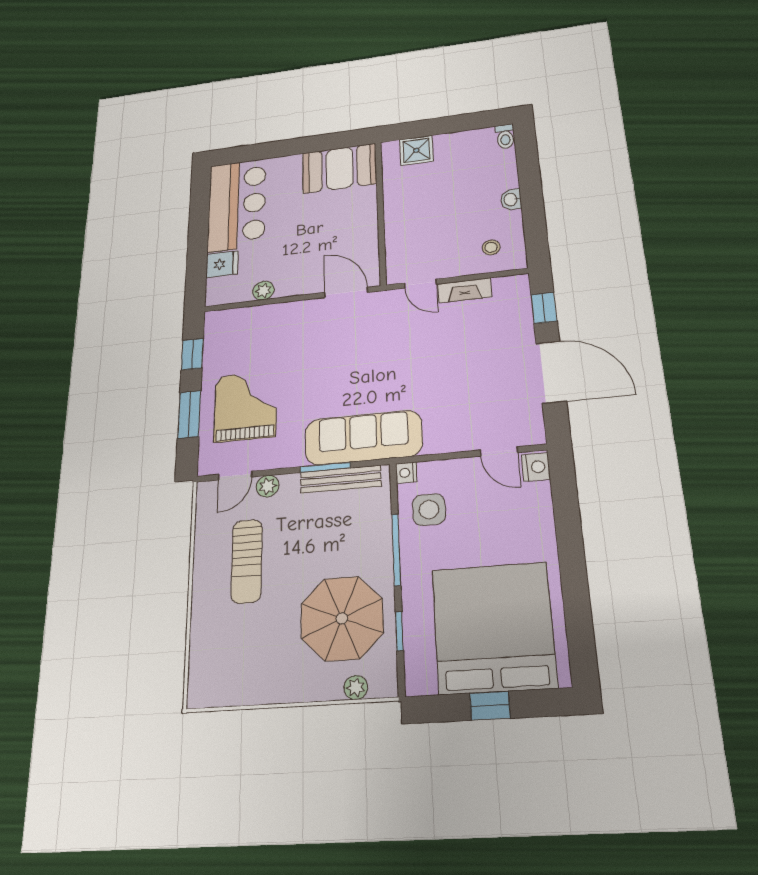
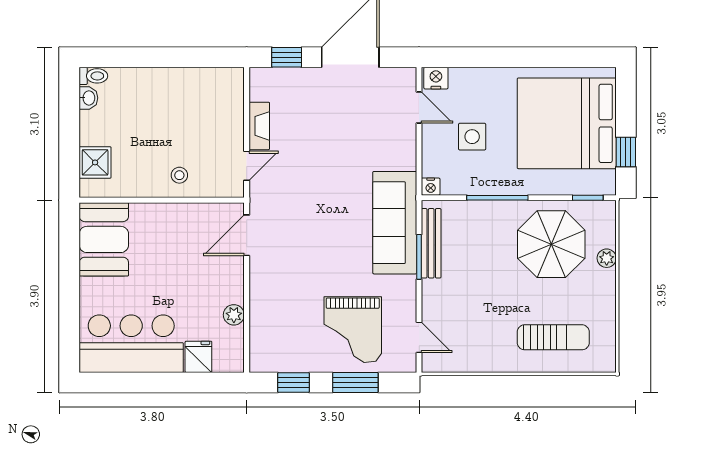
washbasin: (511, 200) -> (88, 98), moved, turned -90
stool: (491, 247) -> (179, 175), moved
grand piano: (245, 406) -> (353, 330), turned -90
door: (499, 451) -> (419, 107), hinge flipped
plant: (268, 486) -> (432, 308), removed
side table: (429, 510) -> (472, 137), moved
sun lounger: (247, 561) -> (553, 337), moved
window: (399, 631) -> (588, 198), moved
plant: (356, 688) -> (607, 258), moved
window: (490, 706) -> (626, 152), moved

